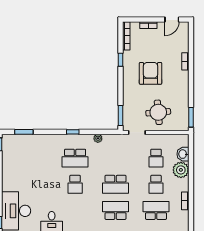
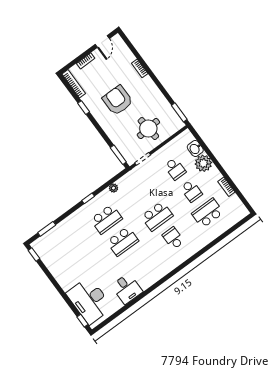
school desk: (75, 184) -> (123, 241), width x1.85
school desk: (116, 210) -> (173, 238), width x0.54

